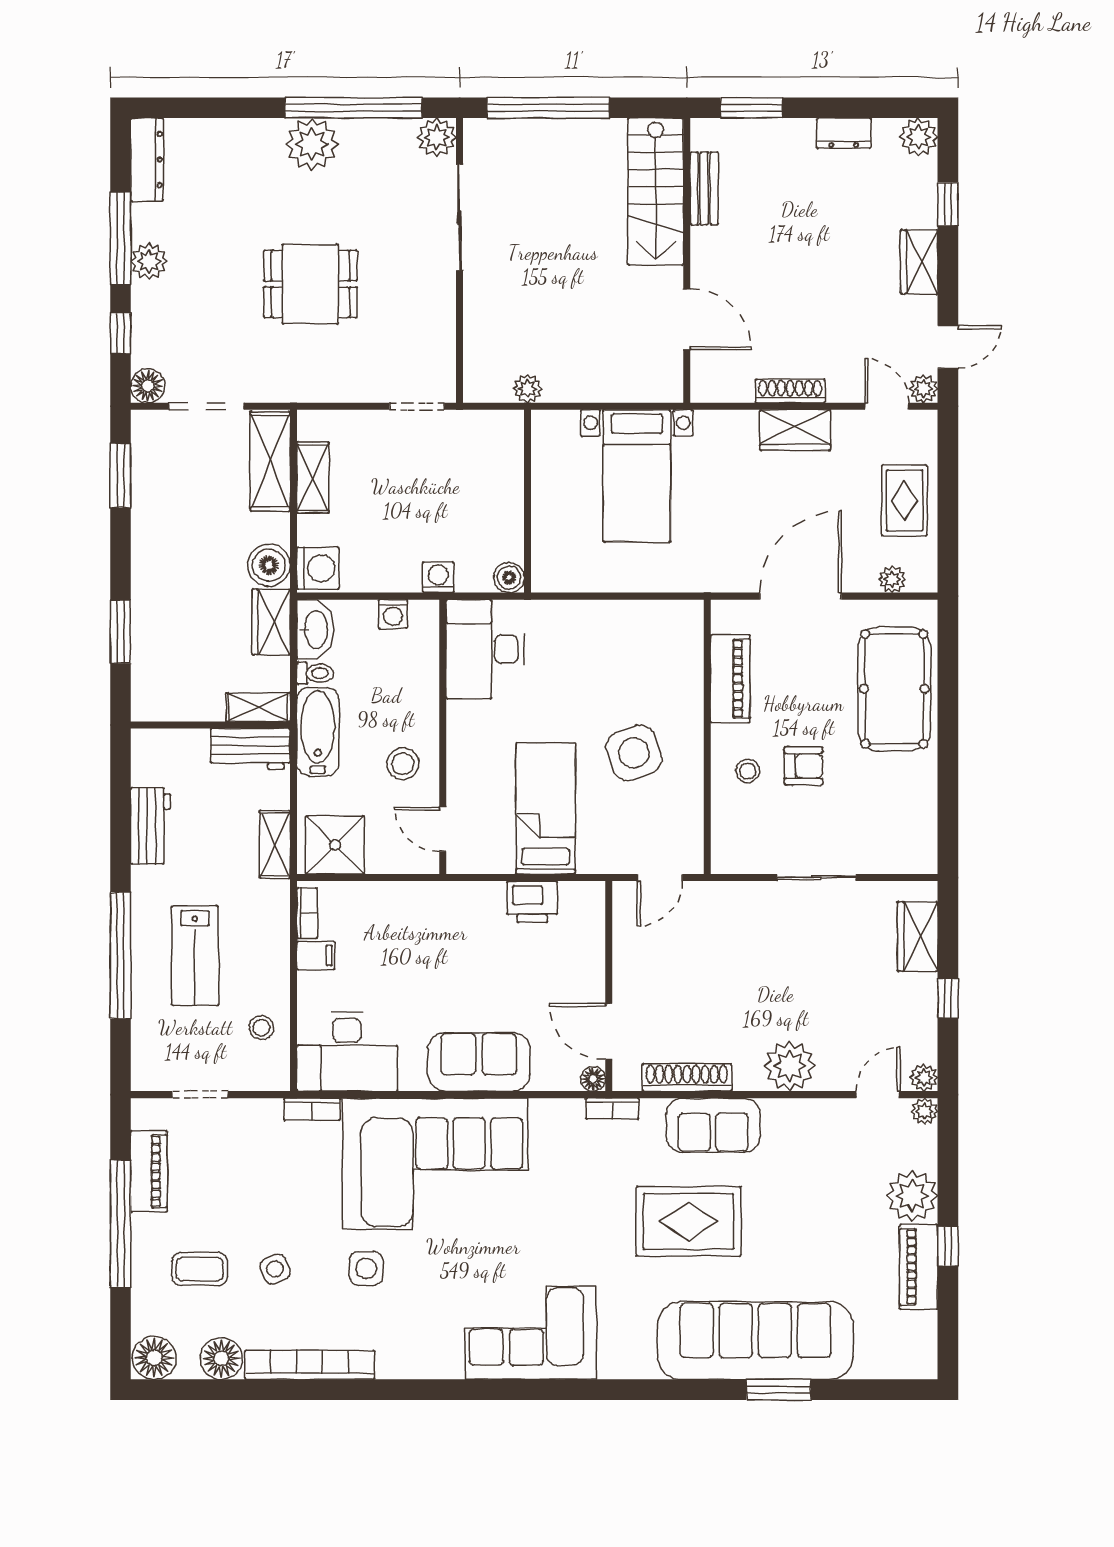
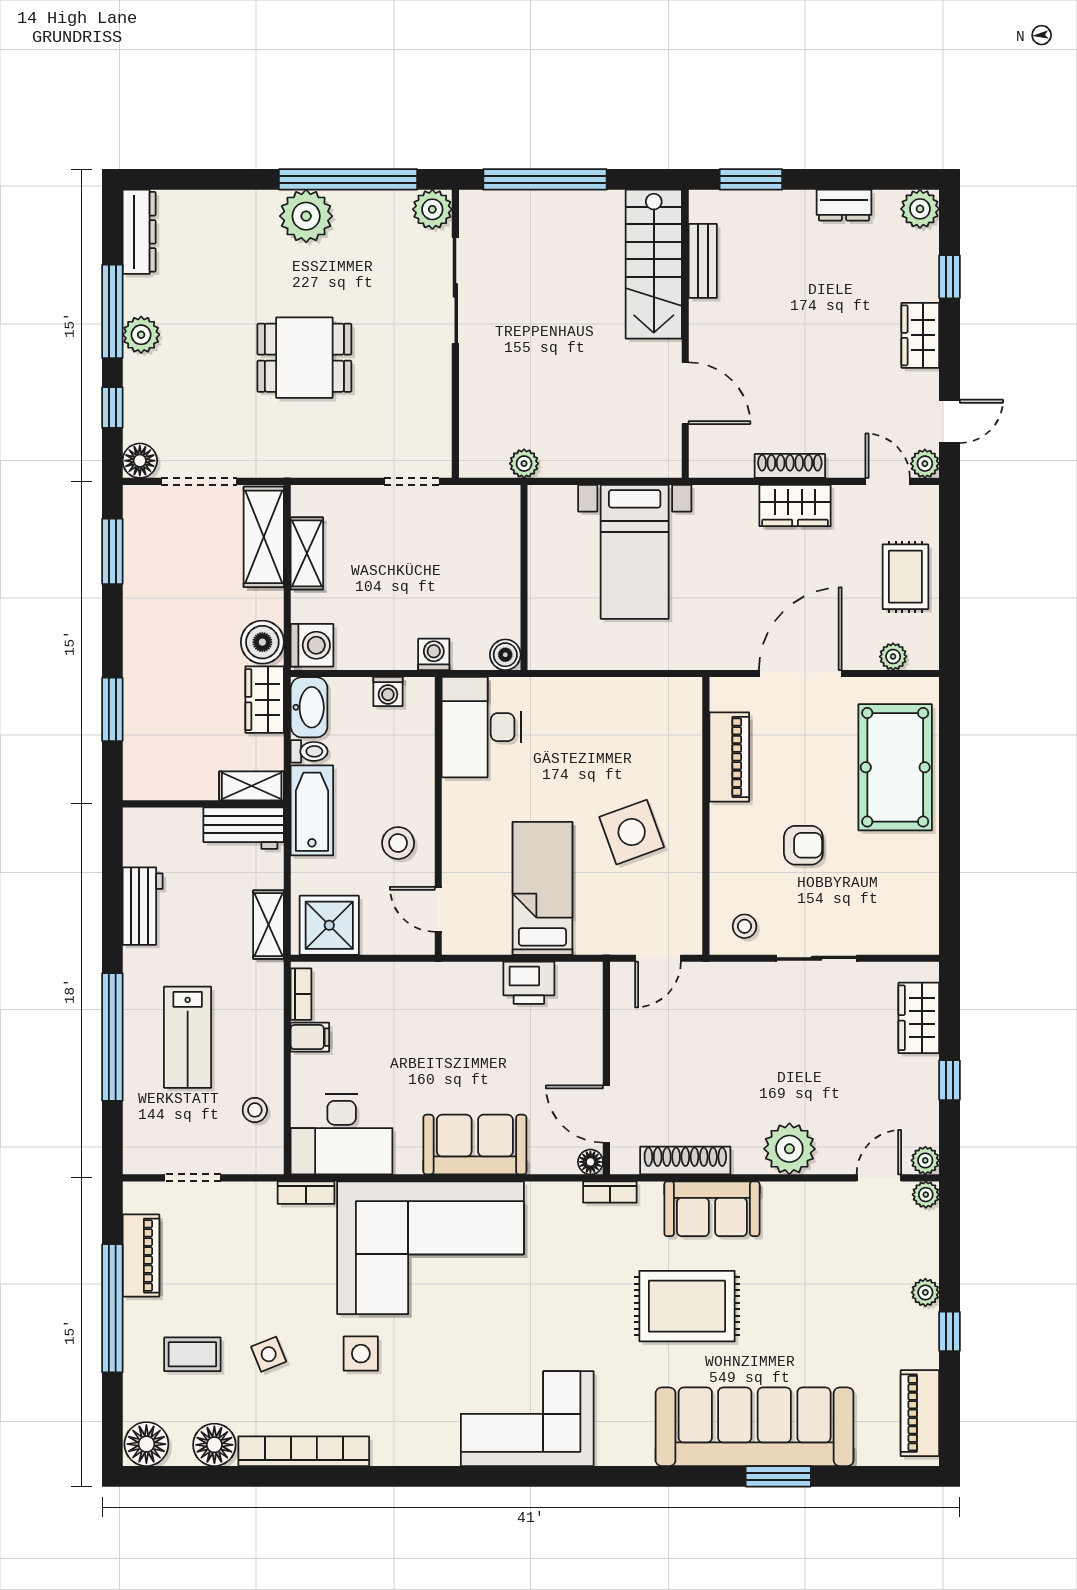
stool: (748, 771) -> (745, 926), moved
plant: (912, 1196) -> (925, 1292), width x0.53, depth x0.53
piano: (919, 1267) -> (920, 1413), moved

